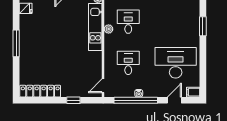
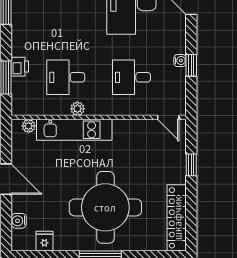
round table: (47, 47) -> (105, 207), added
window: (136, 100) -> (191, 65), width x0.32

